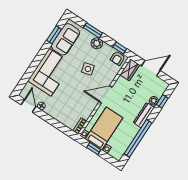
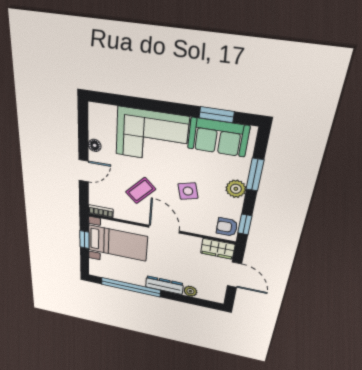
coffee table: (77, 95) -> (141, 191), added
window: (162, 101) -> (195, 301), removed
door: (28, 106) -> (84, 171), moved

